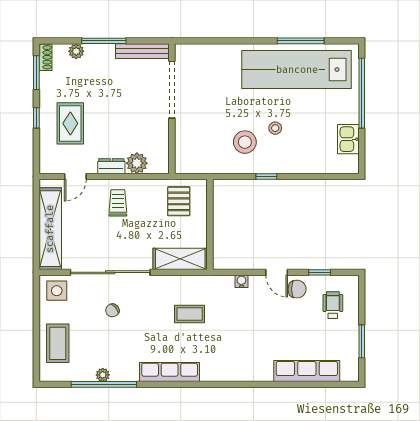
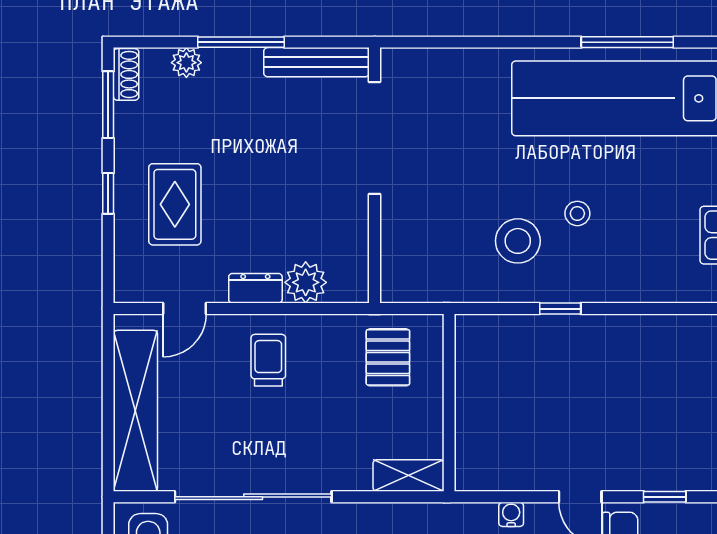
shelving: (180, 259) -> (408, 476), width x0.67, depth x0.75

